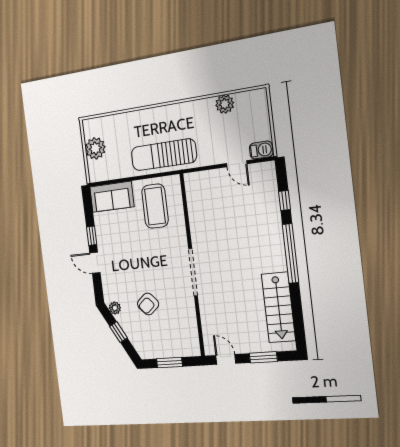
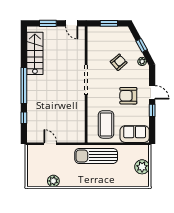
barbecue: (261, 150) -> (34, 150), removed
sun lounger: (164, 155) -> (96, 156), turned 180
armchair: (128, 254) -> (128, 96), added

